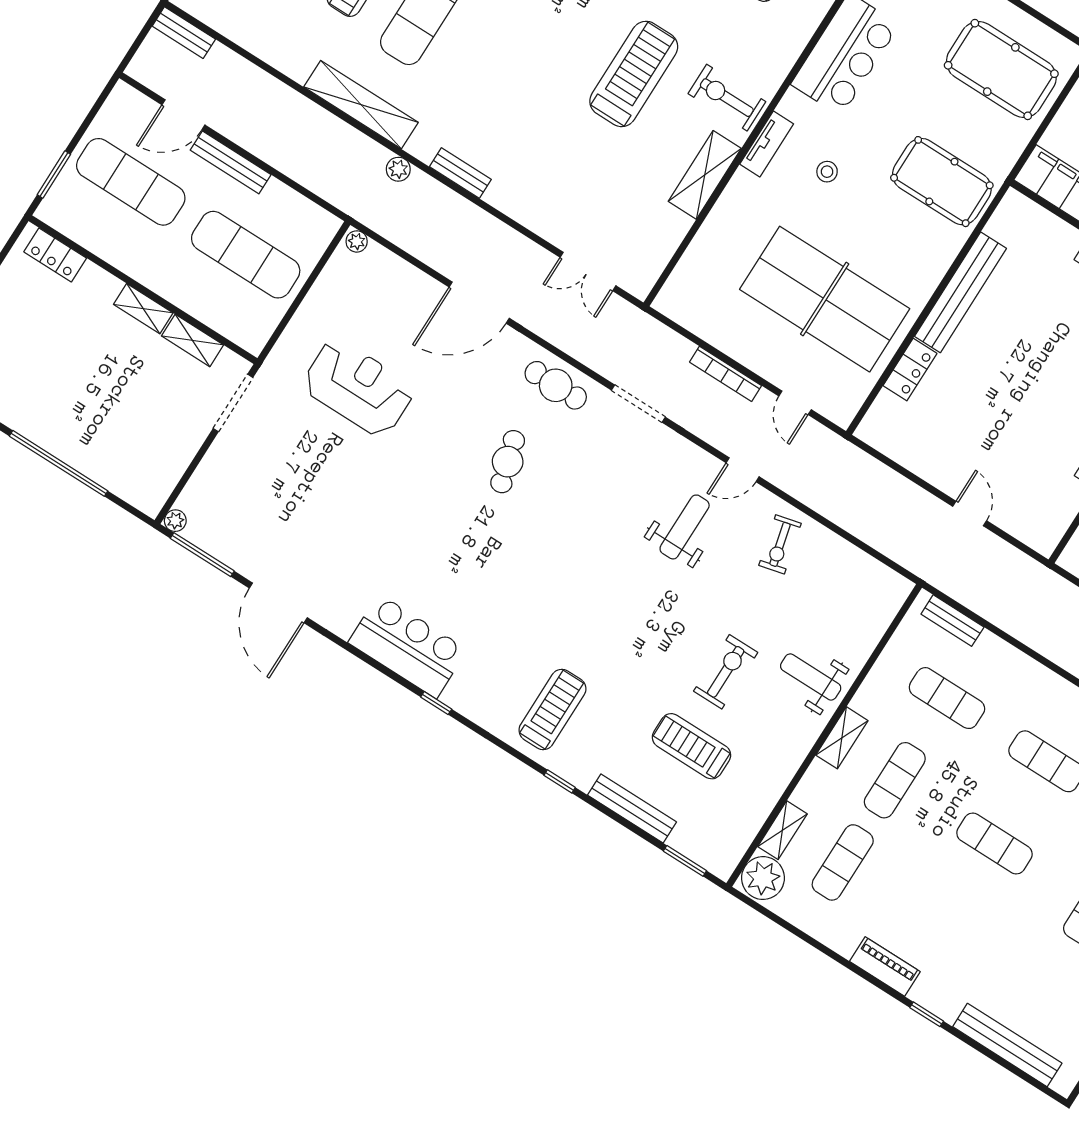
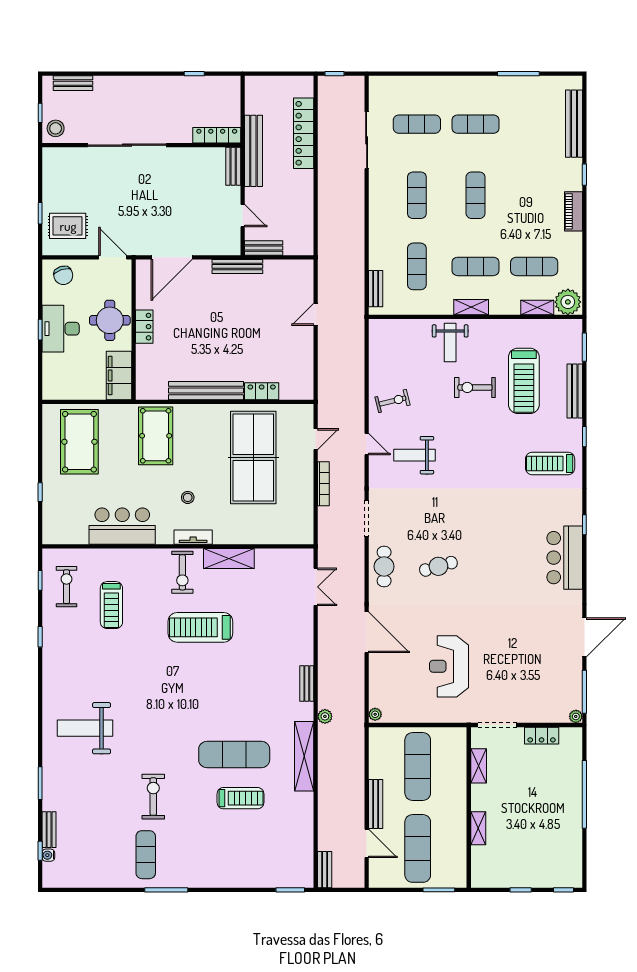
locker: (55, 255) -> (542, 736), moved, turned 90
shelving: (143, 309) -> (478, 828), moved
treadmill: (691, 746) -> (524, 381), width x1.37, depth x1.38

